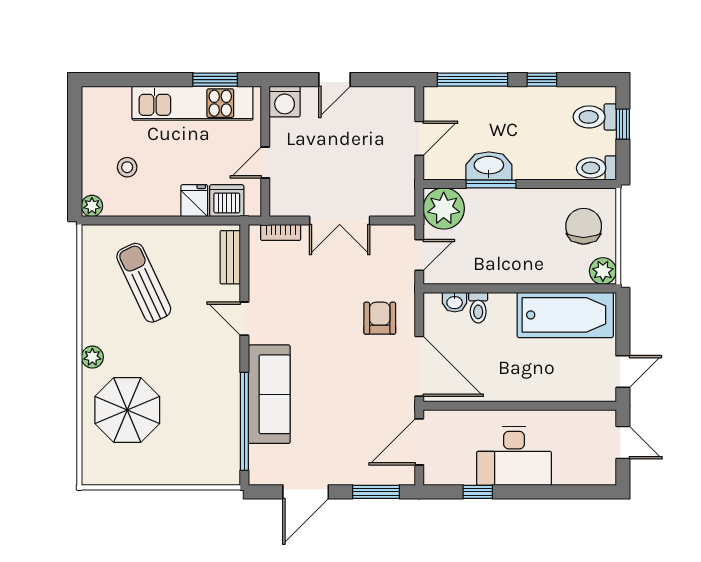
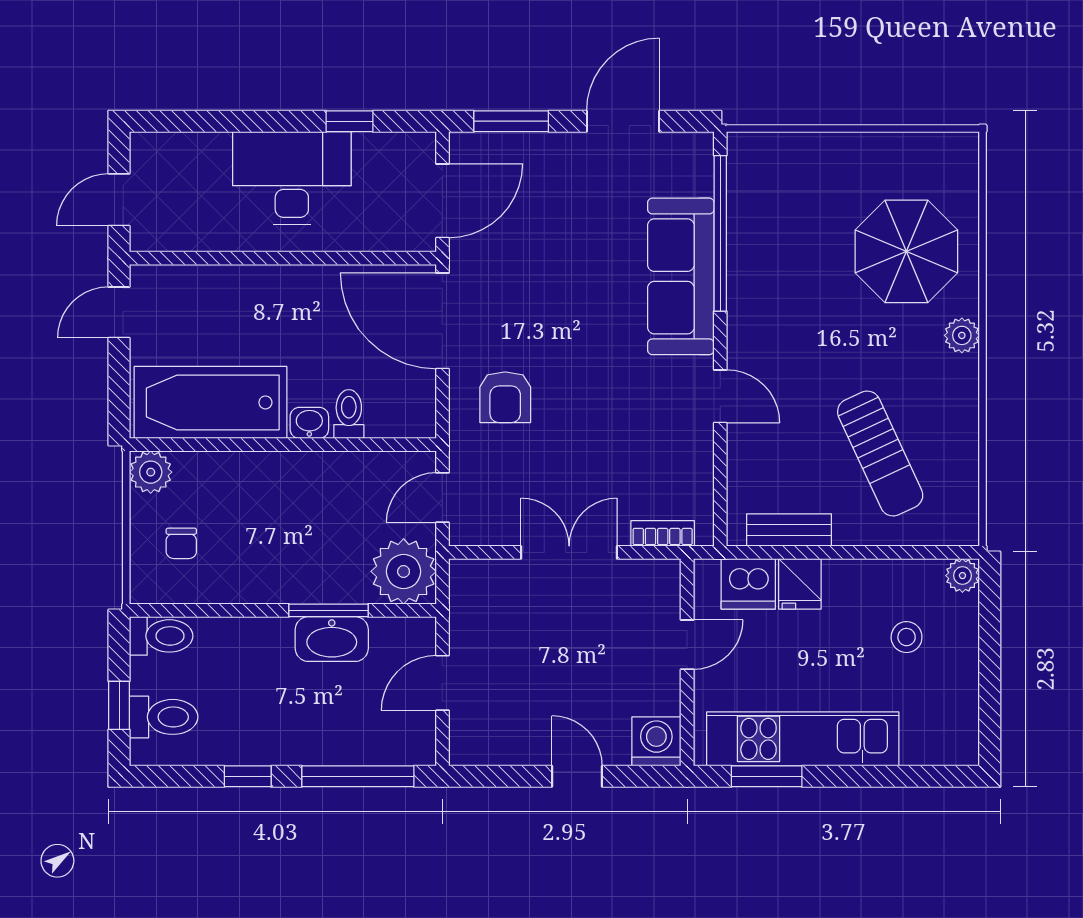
door: (335, 80) -> (577, 776), hinge flipped
chair: (584, 226) -> (181, 543), width x0.54, depth x0.54
bench: (230, 257) -> (789, 530), moved, turned 90
washbasin: (455, 302) -> (309, 423), moved
door: (623, 442) -> (119, 200), hinge flipped

